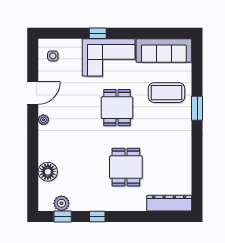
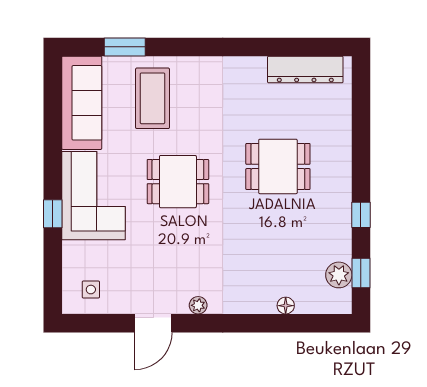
door: (33, 93) -> (153, 323), swing flipped
window: (197, 108) -> (125, 47), moved
floor lamp: (48, 172) -> (286, 306), width x0.53, depth x0.53
dresser: (169, 203) -> (305, 69), moved, turned -90

